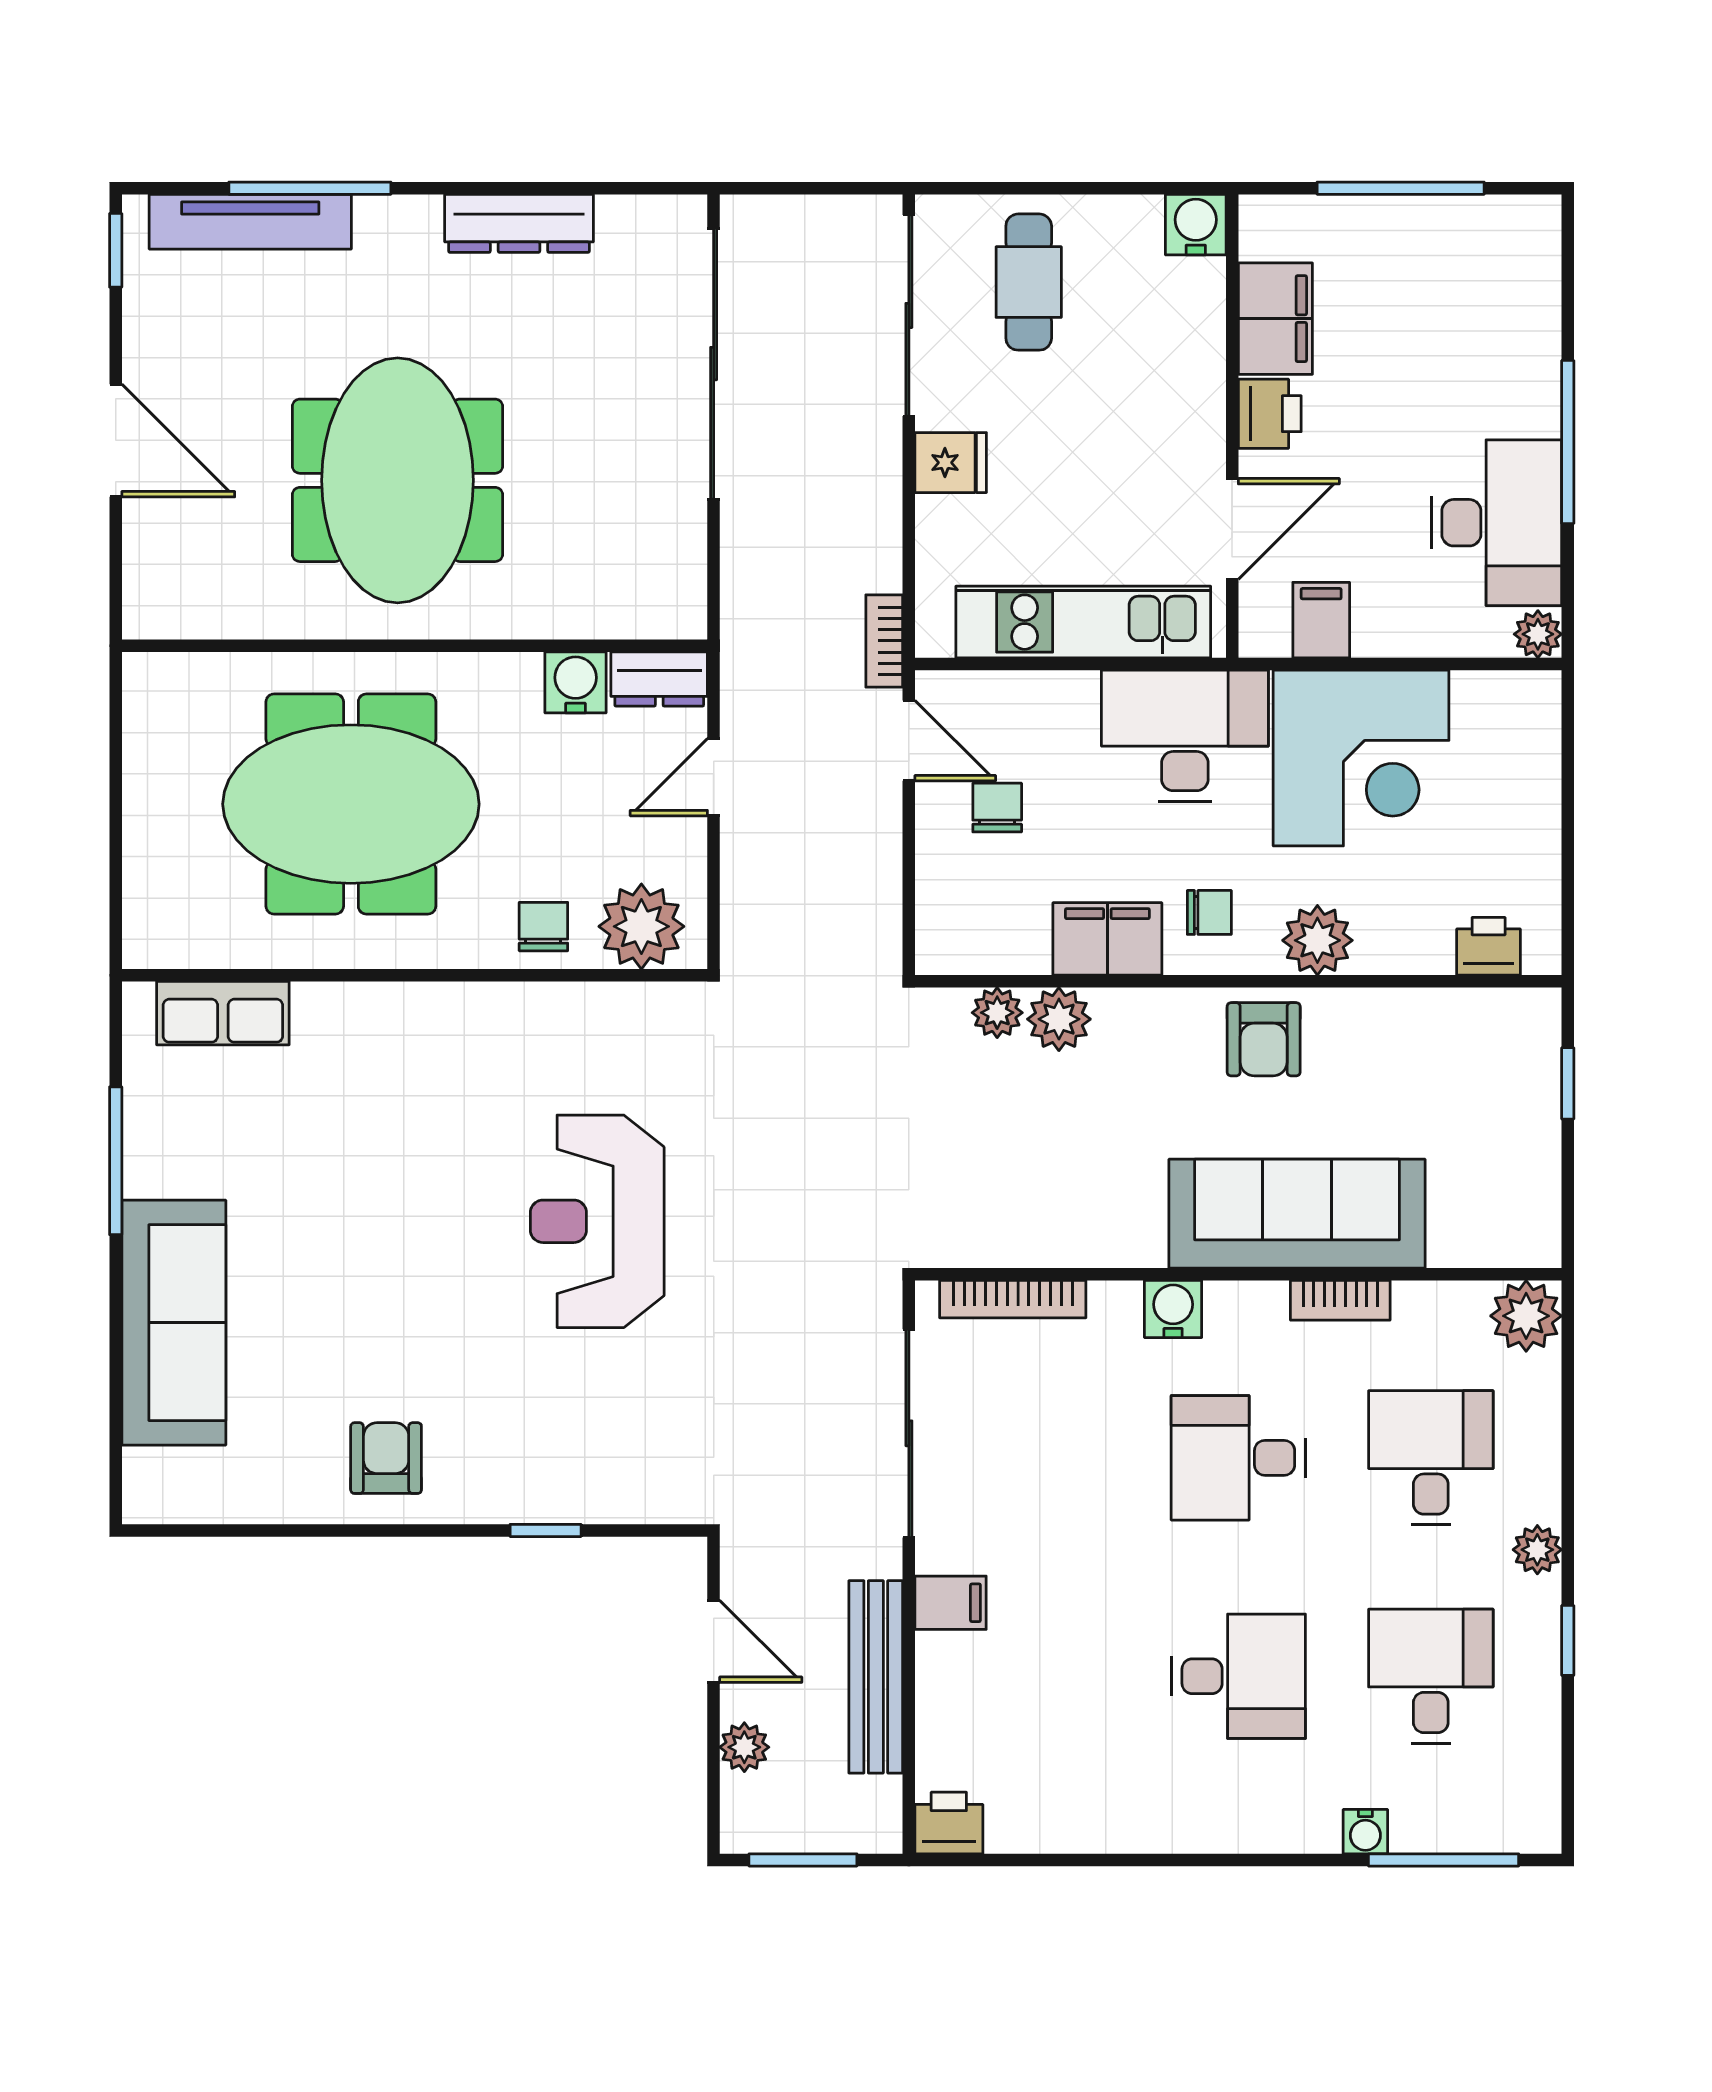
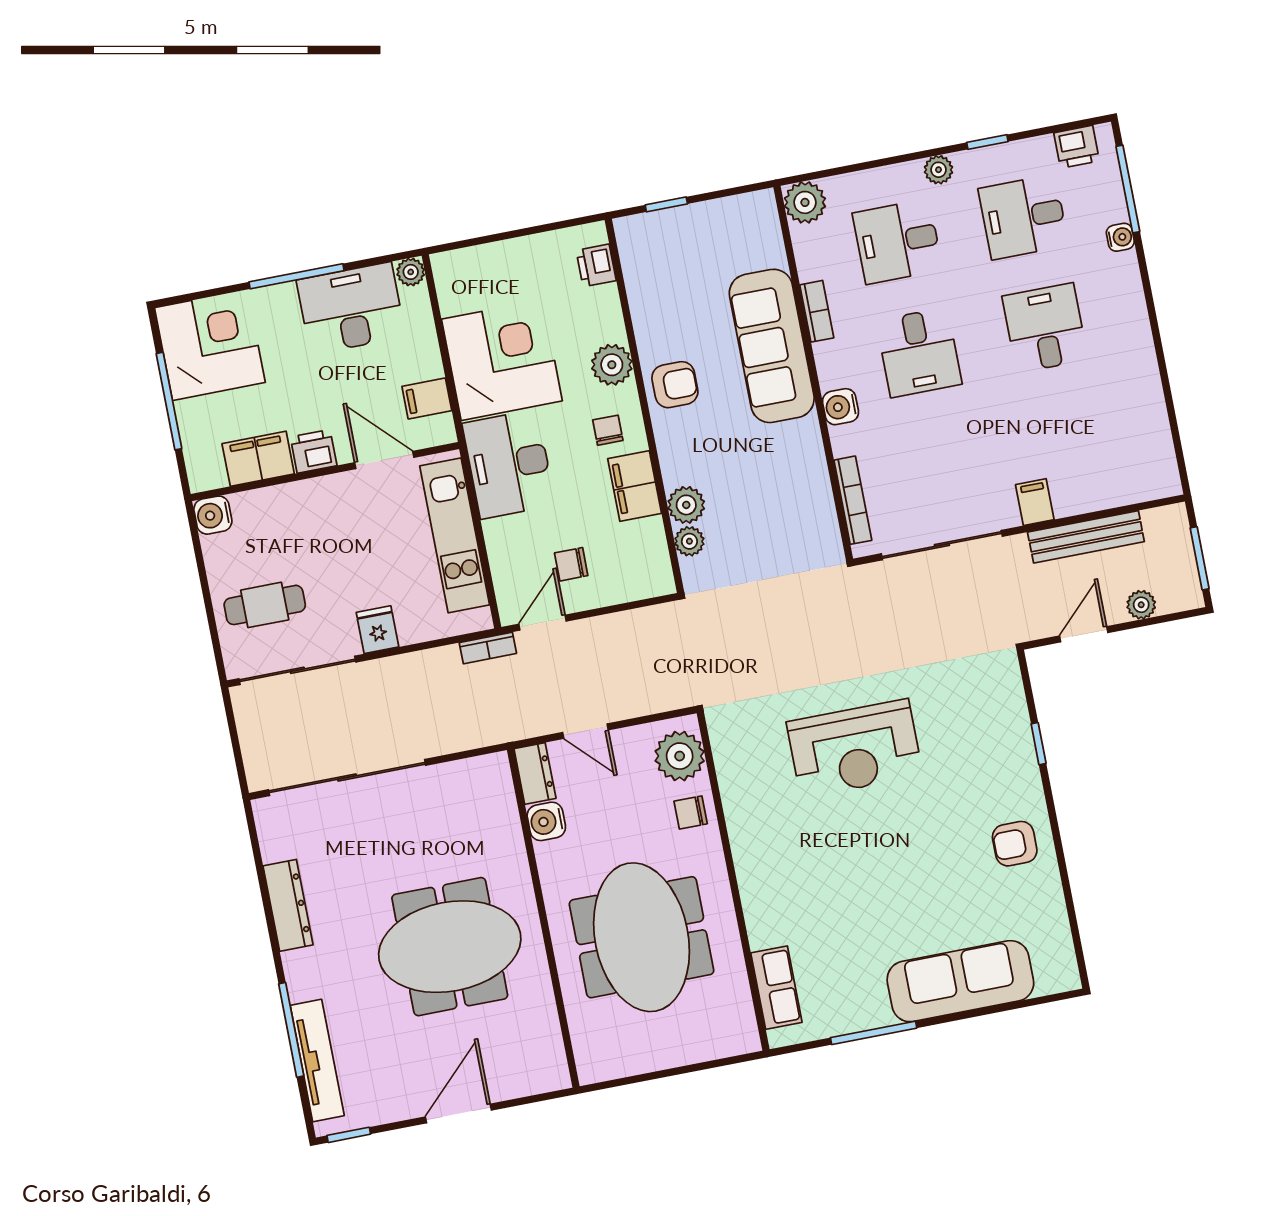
corner desk: (1481, 275) -> (210, 345), added
printer: (949, 1823) -> (1077, 147), moved, turned -90

